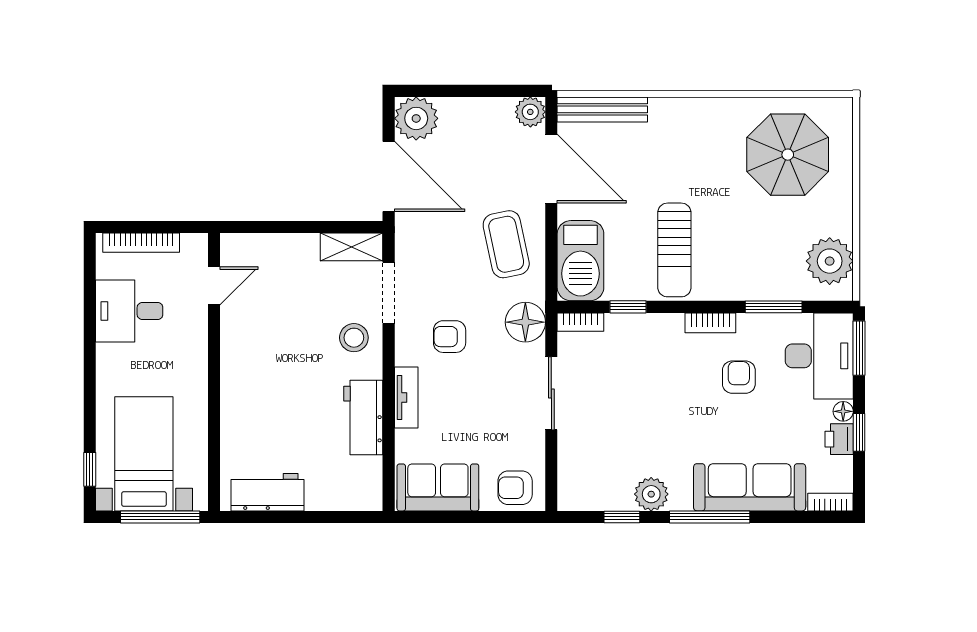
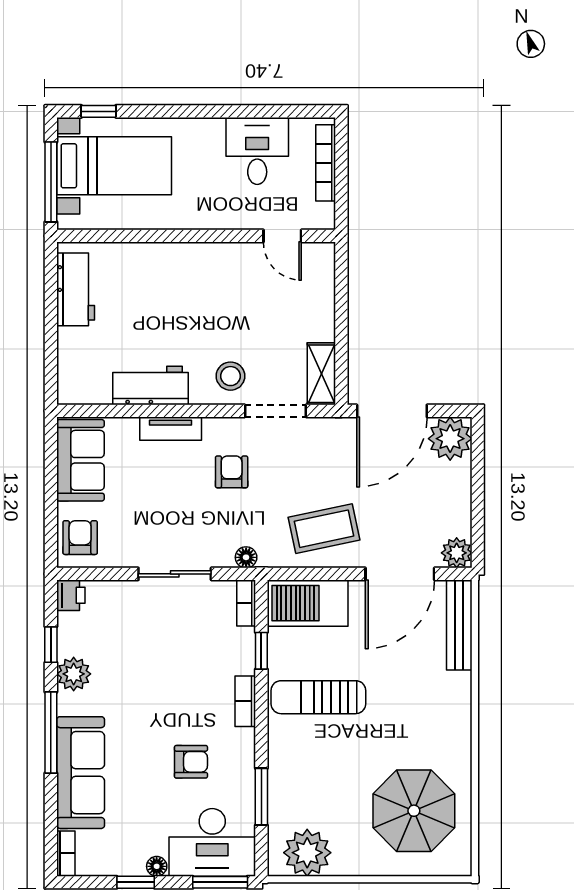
floor lamp: (525, 322) -> (246, 557), width x0.53, depth x0.53
bookcase: (710, 323) -> (245, 701), moved
printer: (839, 439) -> (71, 595), moved, turned 90

